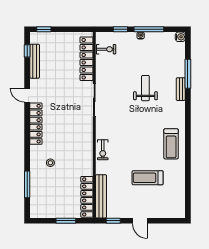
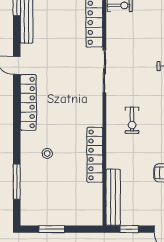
exercise bike: (103, 150) -> (132, 120), moved
locker: (87, 197) -> (95, 155), moved
window: (66, 221) -> (52, 229), moved

